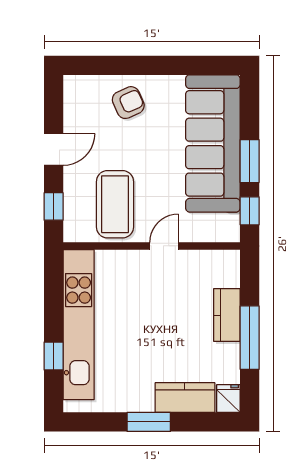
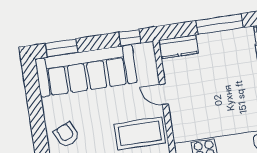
window: (250, 161) -> (62, 48), moved
kitchen counter: (227, 315) -> (178, 47), moved

